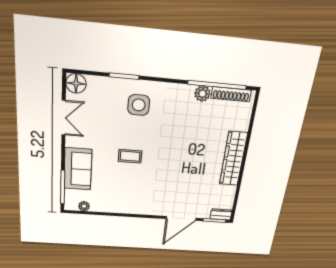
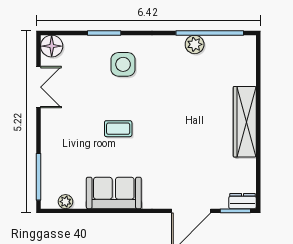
shoe rack: (231, 94) -> (228, 42), removed
sofa: (78, 169) -> (114, 193), moved, turned -90

